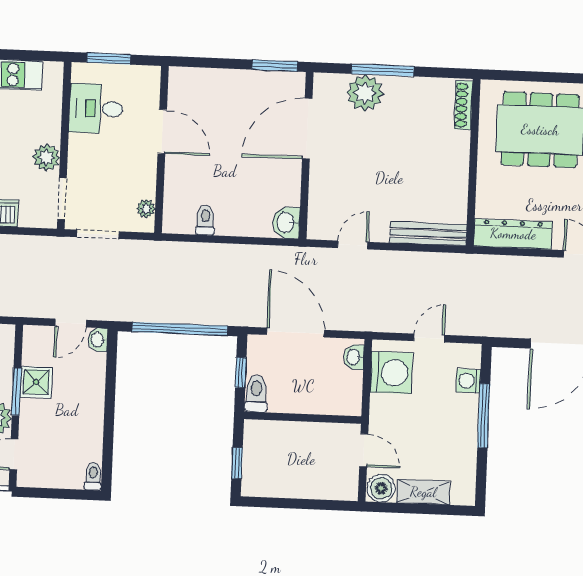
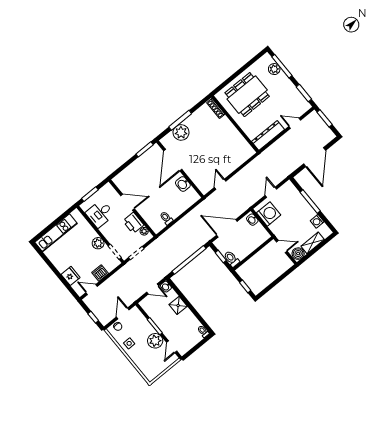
printer: (140, 177) -> (133, 223), added
washbasin: (286, 223) -> (183, 184), moved
bench: (428, 234) -> (241, 159), removed
door: (71, 323) -> (153, 289), hinge flipped
washing machine: (468, 381) -> (317, 221), moved
shower: (36, 382) -> (178, 305), moved

